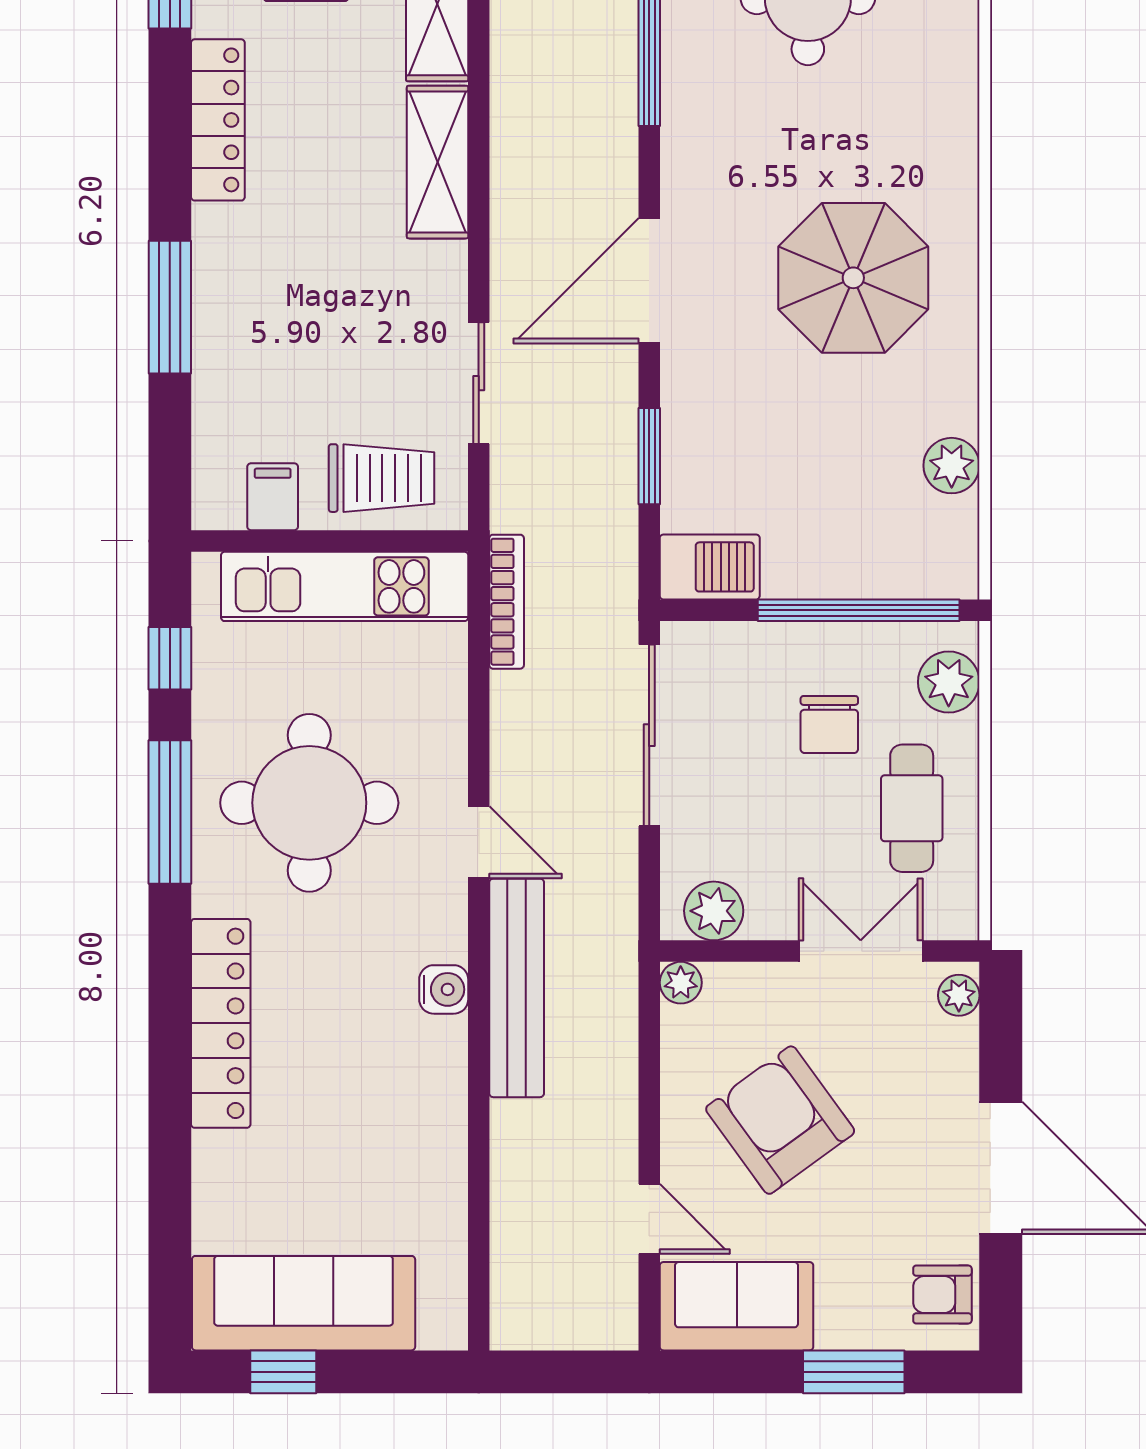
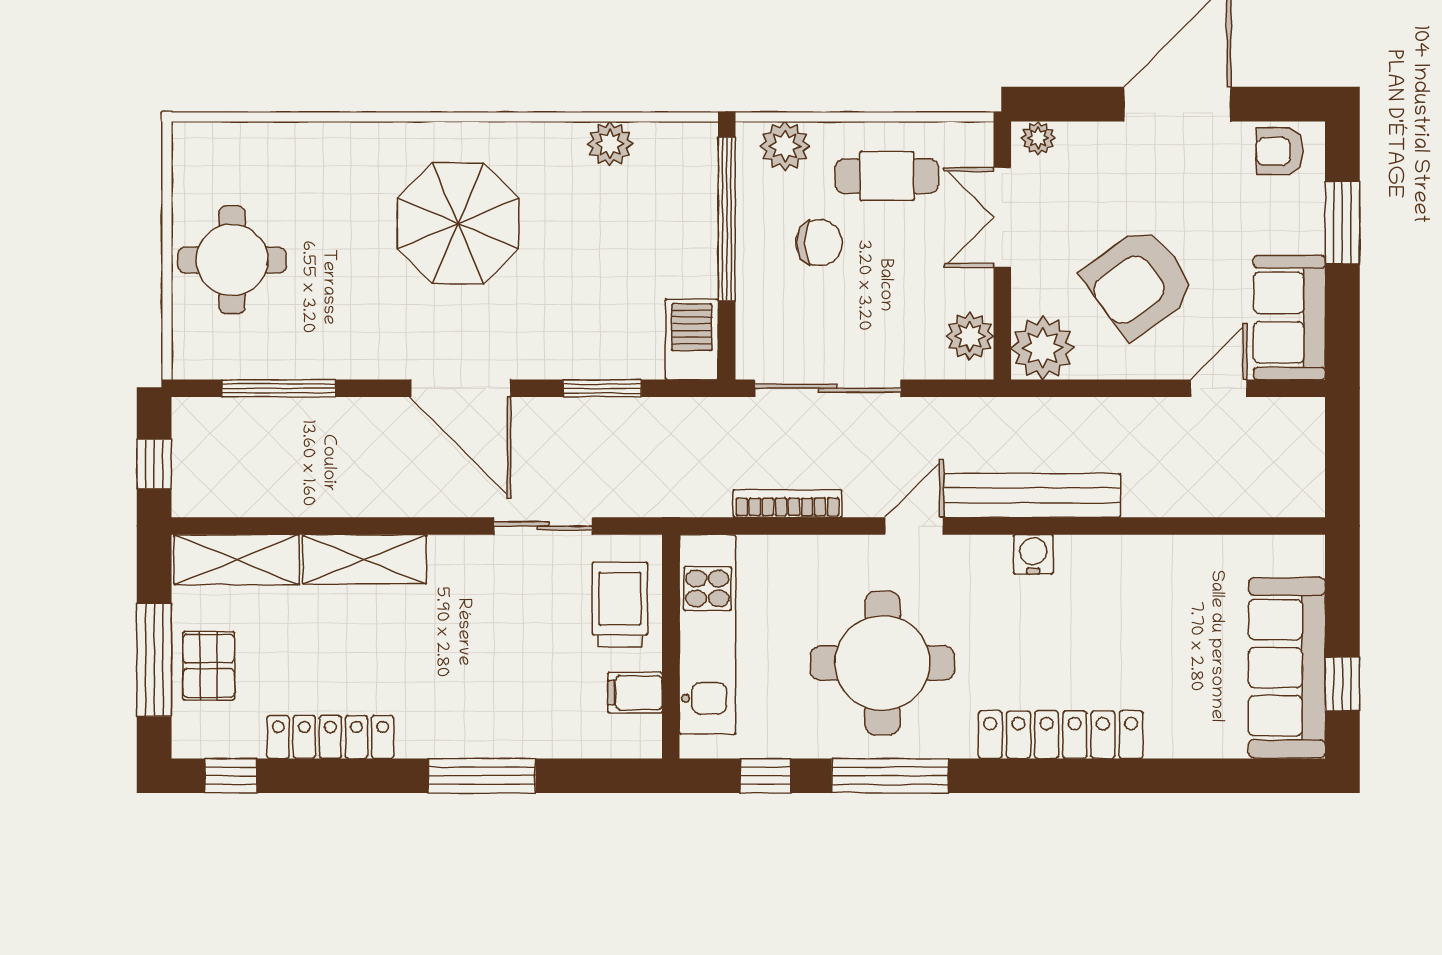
bookcase: (507, 602) -> (787, 504), moved
plant: (681, 983) -> (1043, 348), width x1.88, depth x1.88
armchair: (942, 1295) -> (1280, 151), turned 90

